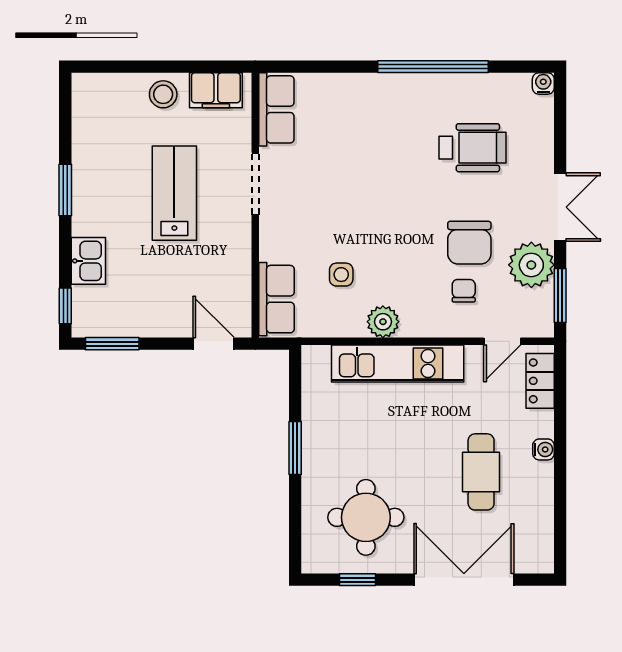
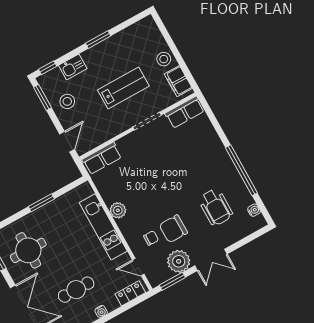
water cooler: (543, 83) -> (254, 210), moved
side table: (341, 275) -> (128, 181), removed
stool: (143, 304) -> (67, 101), added

